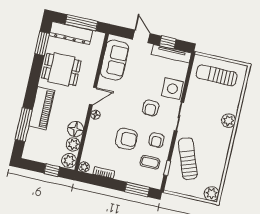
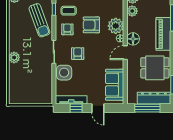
sun lounger: (217, 75) -> (32, 91), removed
floor lamp: (76, 129) -> (133, 39), moved
plant: (97, 131) -> (116, 26), added

